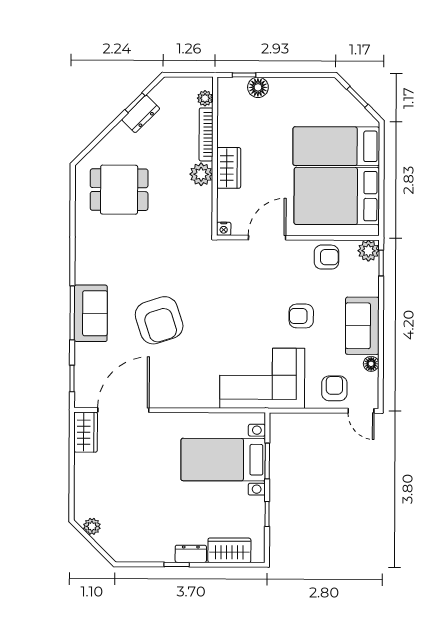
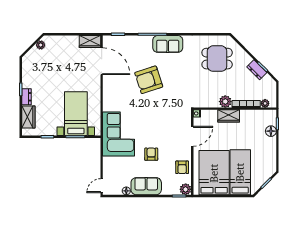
dining table: (119, 190) -> (217, 59), turned 90
door: (267, 238) -> (192, 136), hinge flipped
sofa: (91, 313) -> (168, 44), moved
armchair: (334, 388) -> (113, 172), removed

